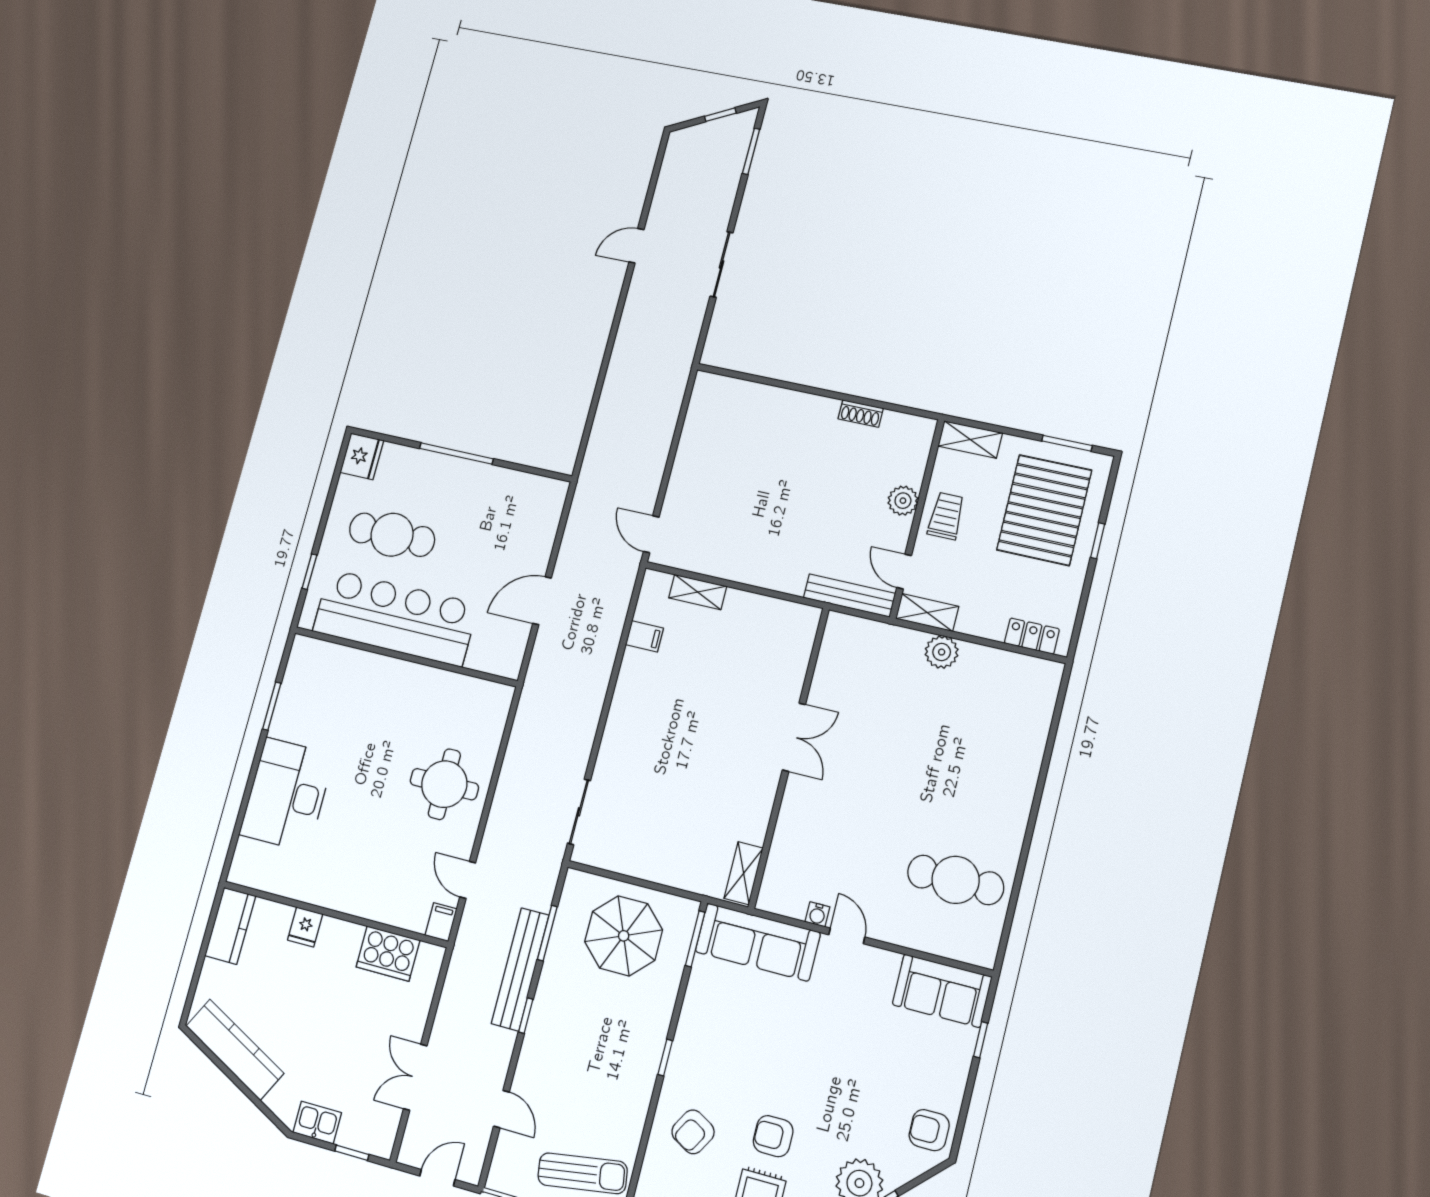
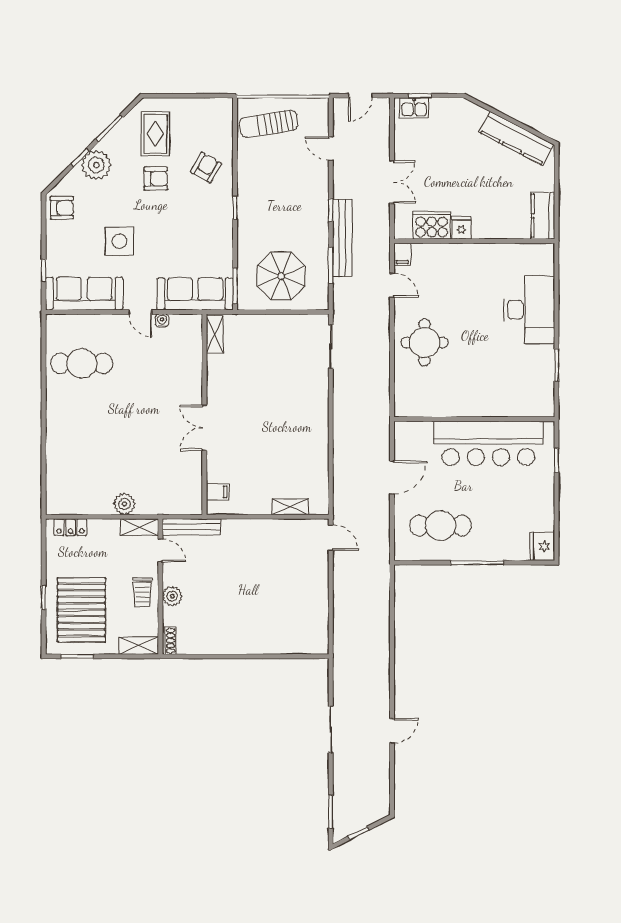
shoe rack: (861, 413) -> (169, 641), moved, turned 90
cafe table: (392, 535) -> (441, 526), moved
filing cabinet: (644, 636) -> (217, 492), moved, turned 180
fridge: (305, 927) -> (461, 228), moved
sofa: (942, 991) -> (84, 294), width x1.36
side table: (852, 1054) -> (119, 241), added
double door: (415, 1077) -> (392, 182), moved
kitchen sink: (317, 1123) -> (414, 108), moved

